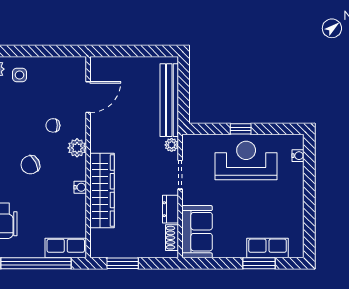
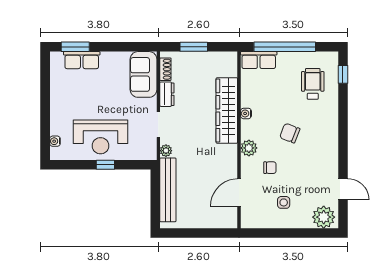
side table: (20, 75) -> (284, 202), moved
chair: (30, 165) -> (290, 133), turned -132
window: (123, 263) -> (194, 47), moved
window: (259, 263) -> (75, 47), moved

